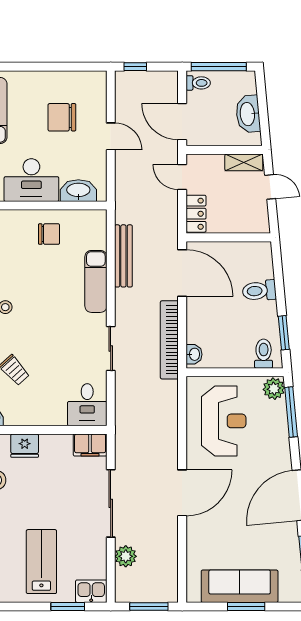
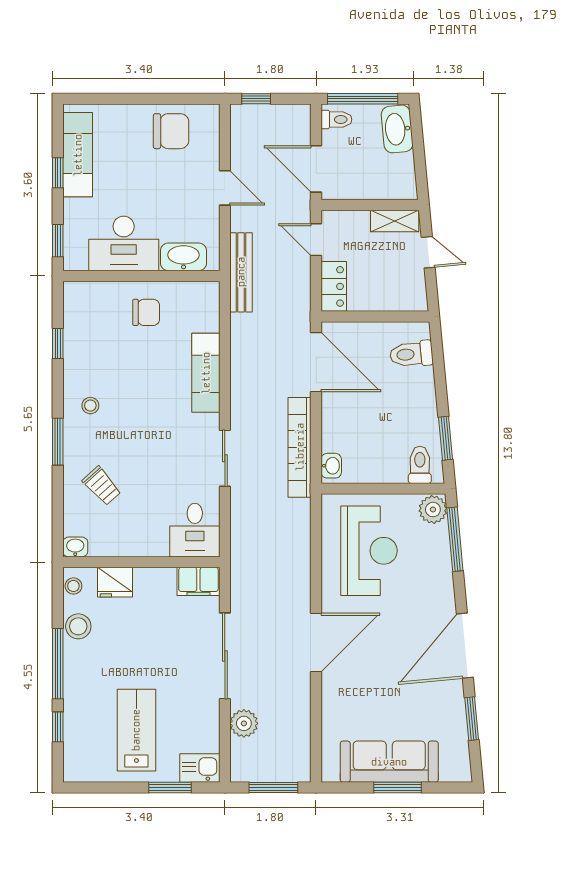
washbasin: (248, 114) -> (397, 129), moved
chair: (62, 117) -> (171, 131), moved, turned 180
bench: (123, 256) -> (241, 272), moved
toilet: (259, 291) -> (411, 354), moved

